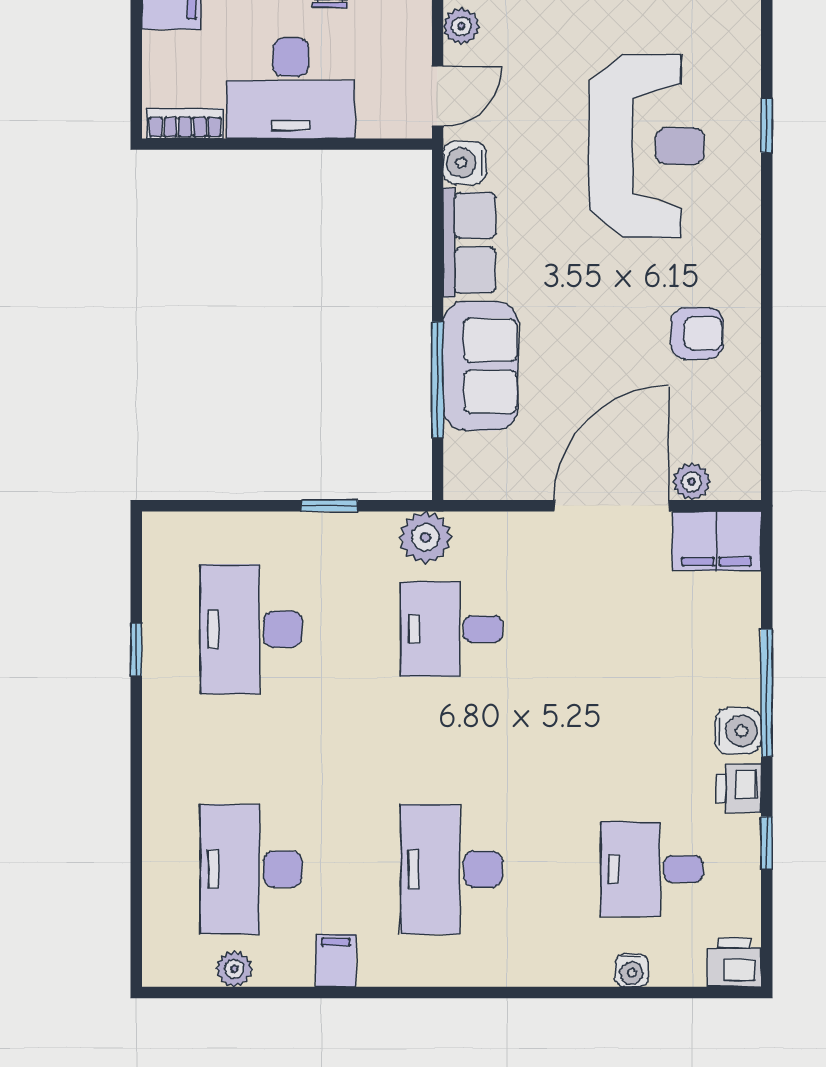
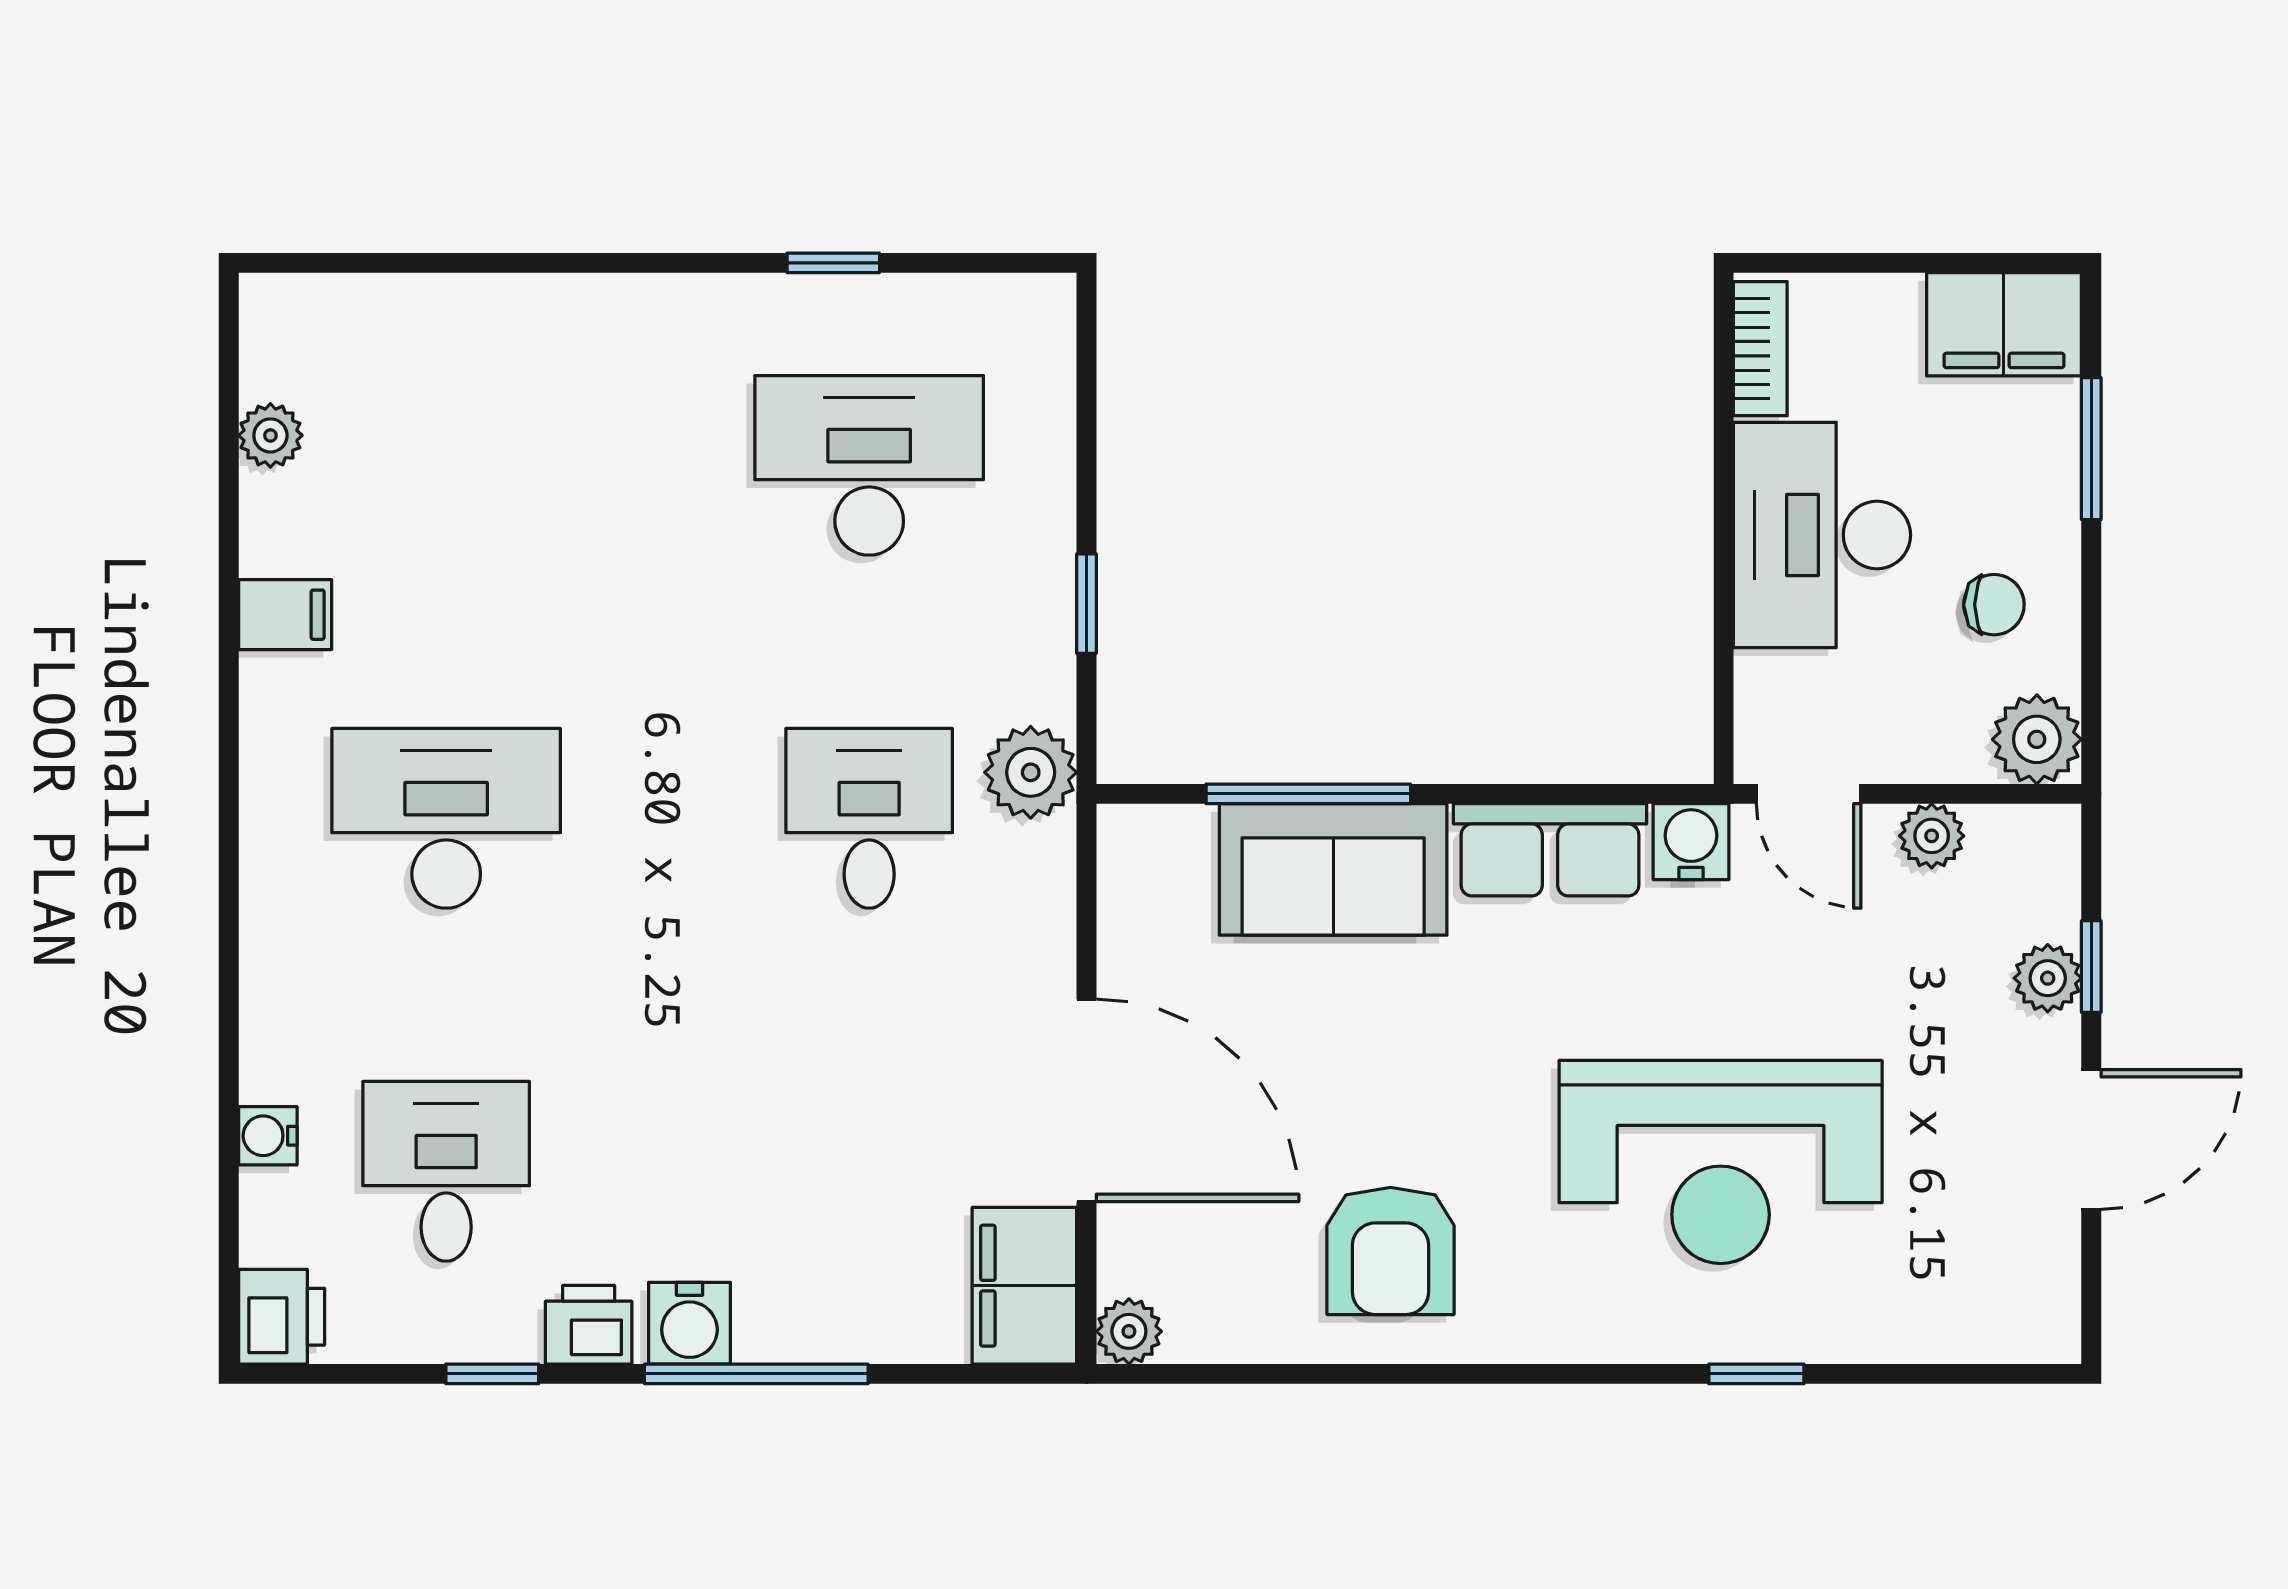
armchair: (697, 333) -> (1391, 1251), width x1.38, depth x1.38
plant: (692, 482) -> (1129, 1331), moved
desk: (251, 869) -> (446, 465), removed

